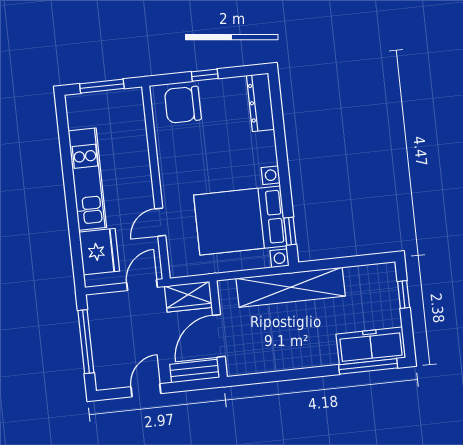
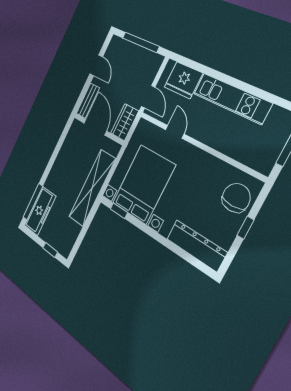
dresser: (260, 102) -> (196, 246), width x1.37, depth x1.24

